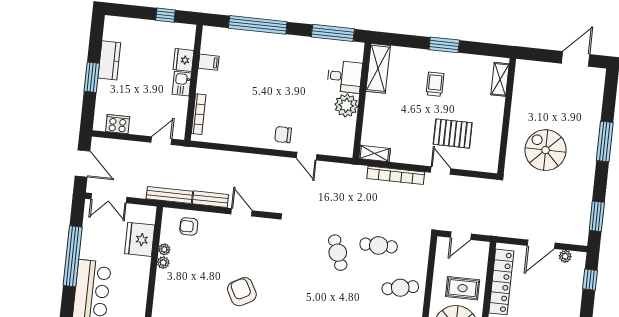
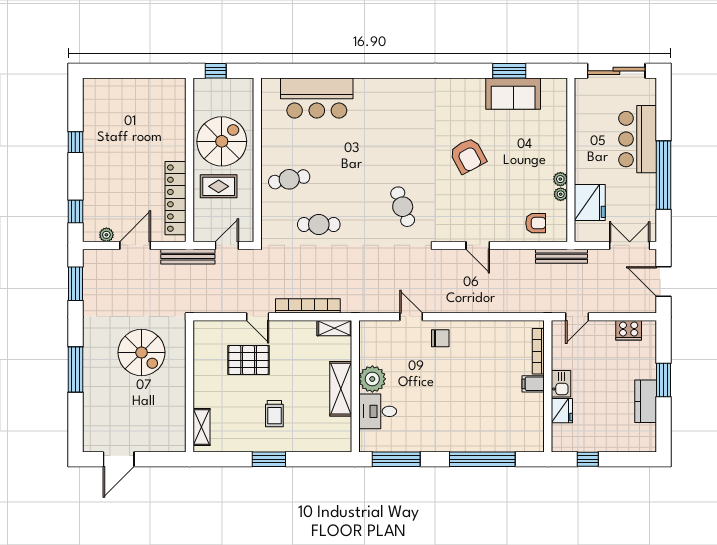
filing cabinet: (209, 62) -> (533, 384), moved
shelving: (378, 68) -> (341, 389), moved
bench: (210, 199) -> (188, 257), moved, width x1.36
cafe table: (338, 253) -> (403, 207), moved

